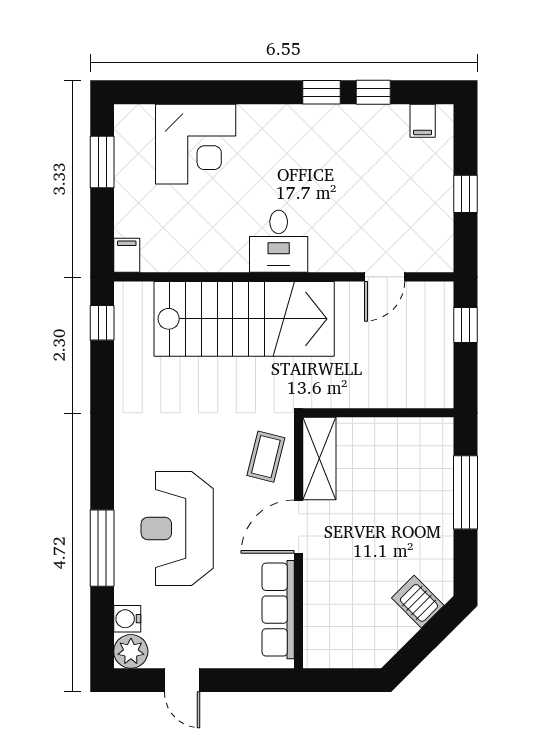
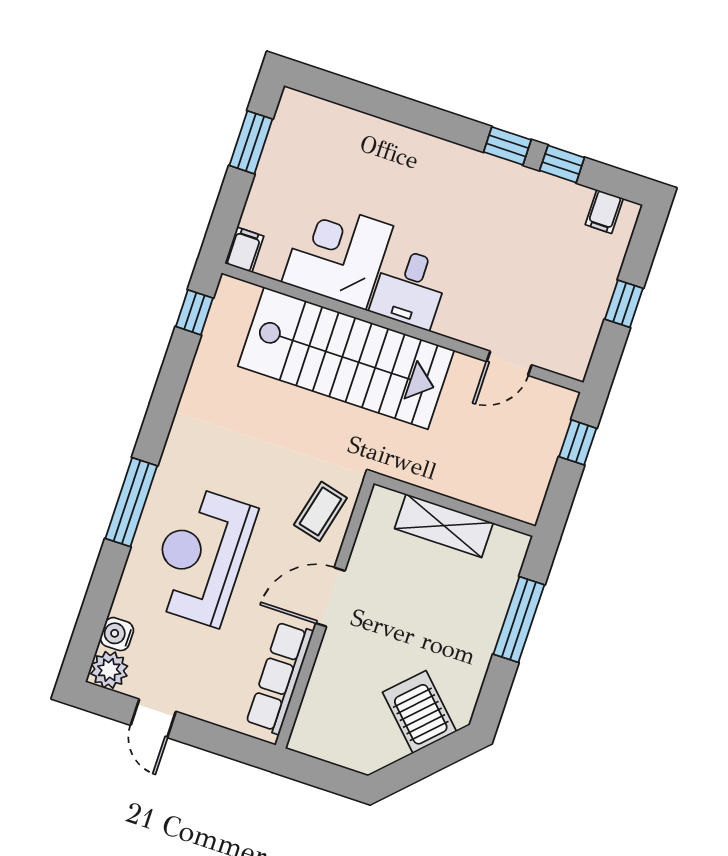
corner desk: (196, 144) -> (337, 254), moved, turned 180
shelving: (319, 459) -> (444, 526), moved, turned 90
window: (102, 548) -> (131, 502), moved
server rack: (418, 602) -> (420, 712), width x1.36, depth x1.44

